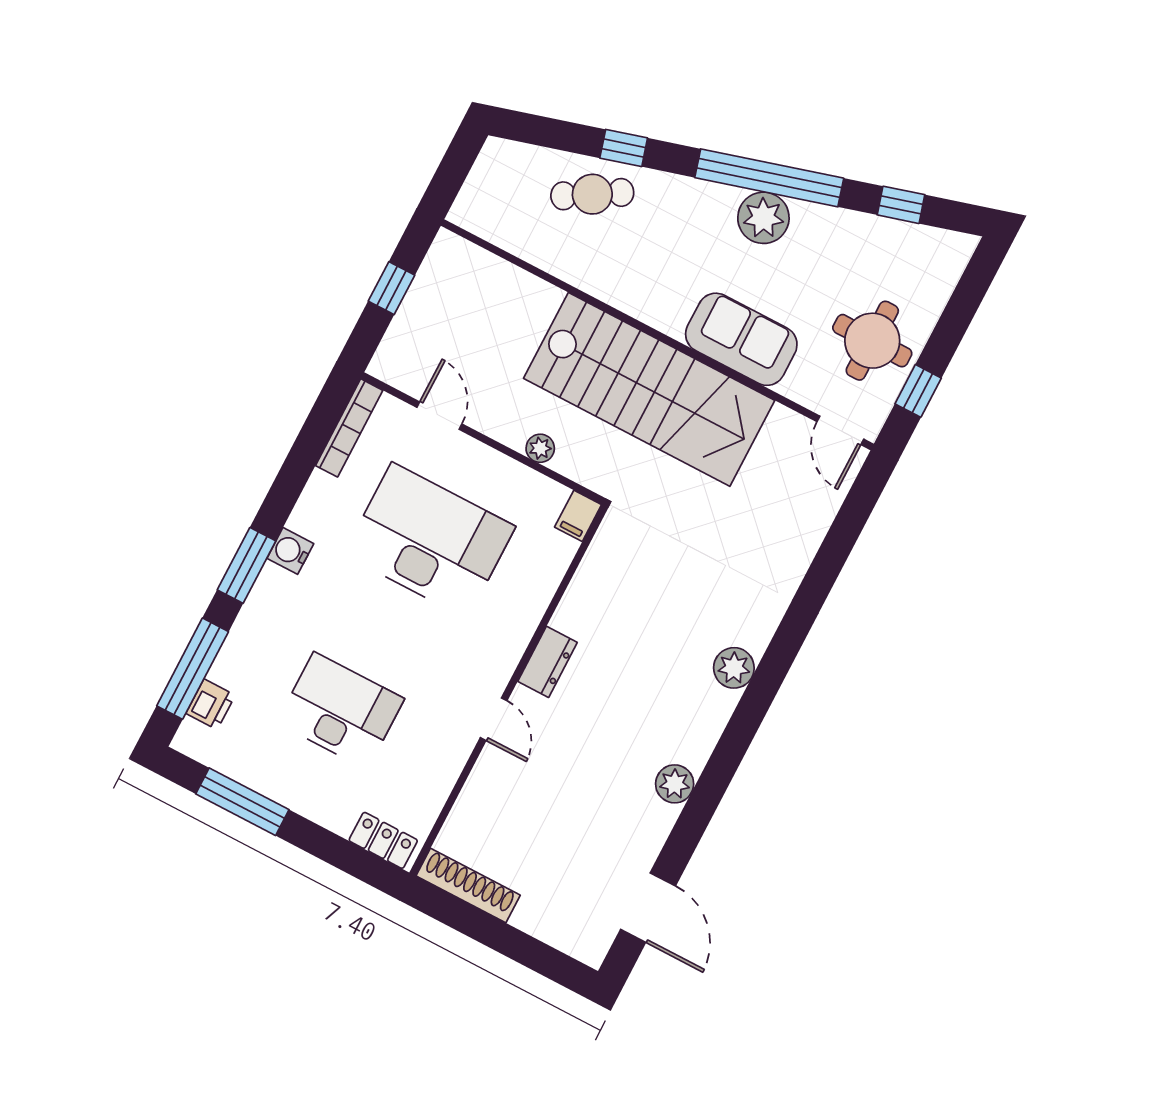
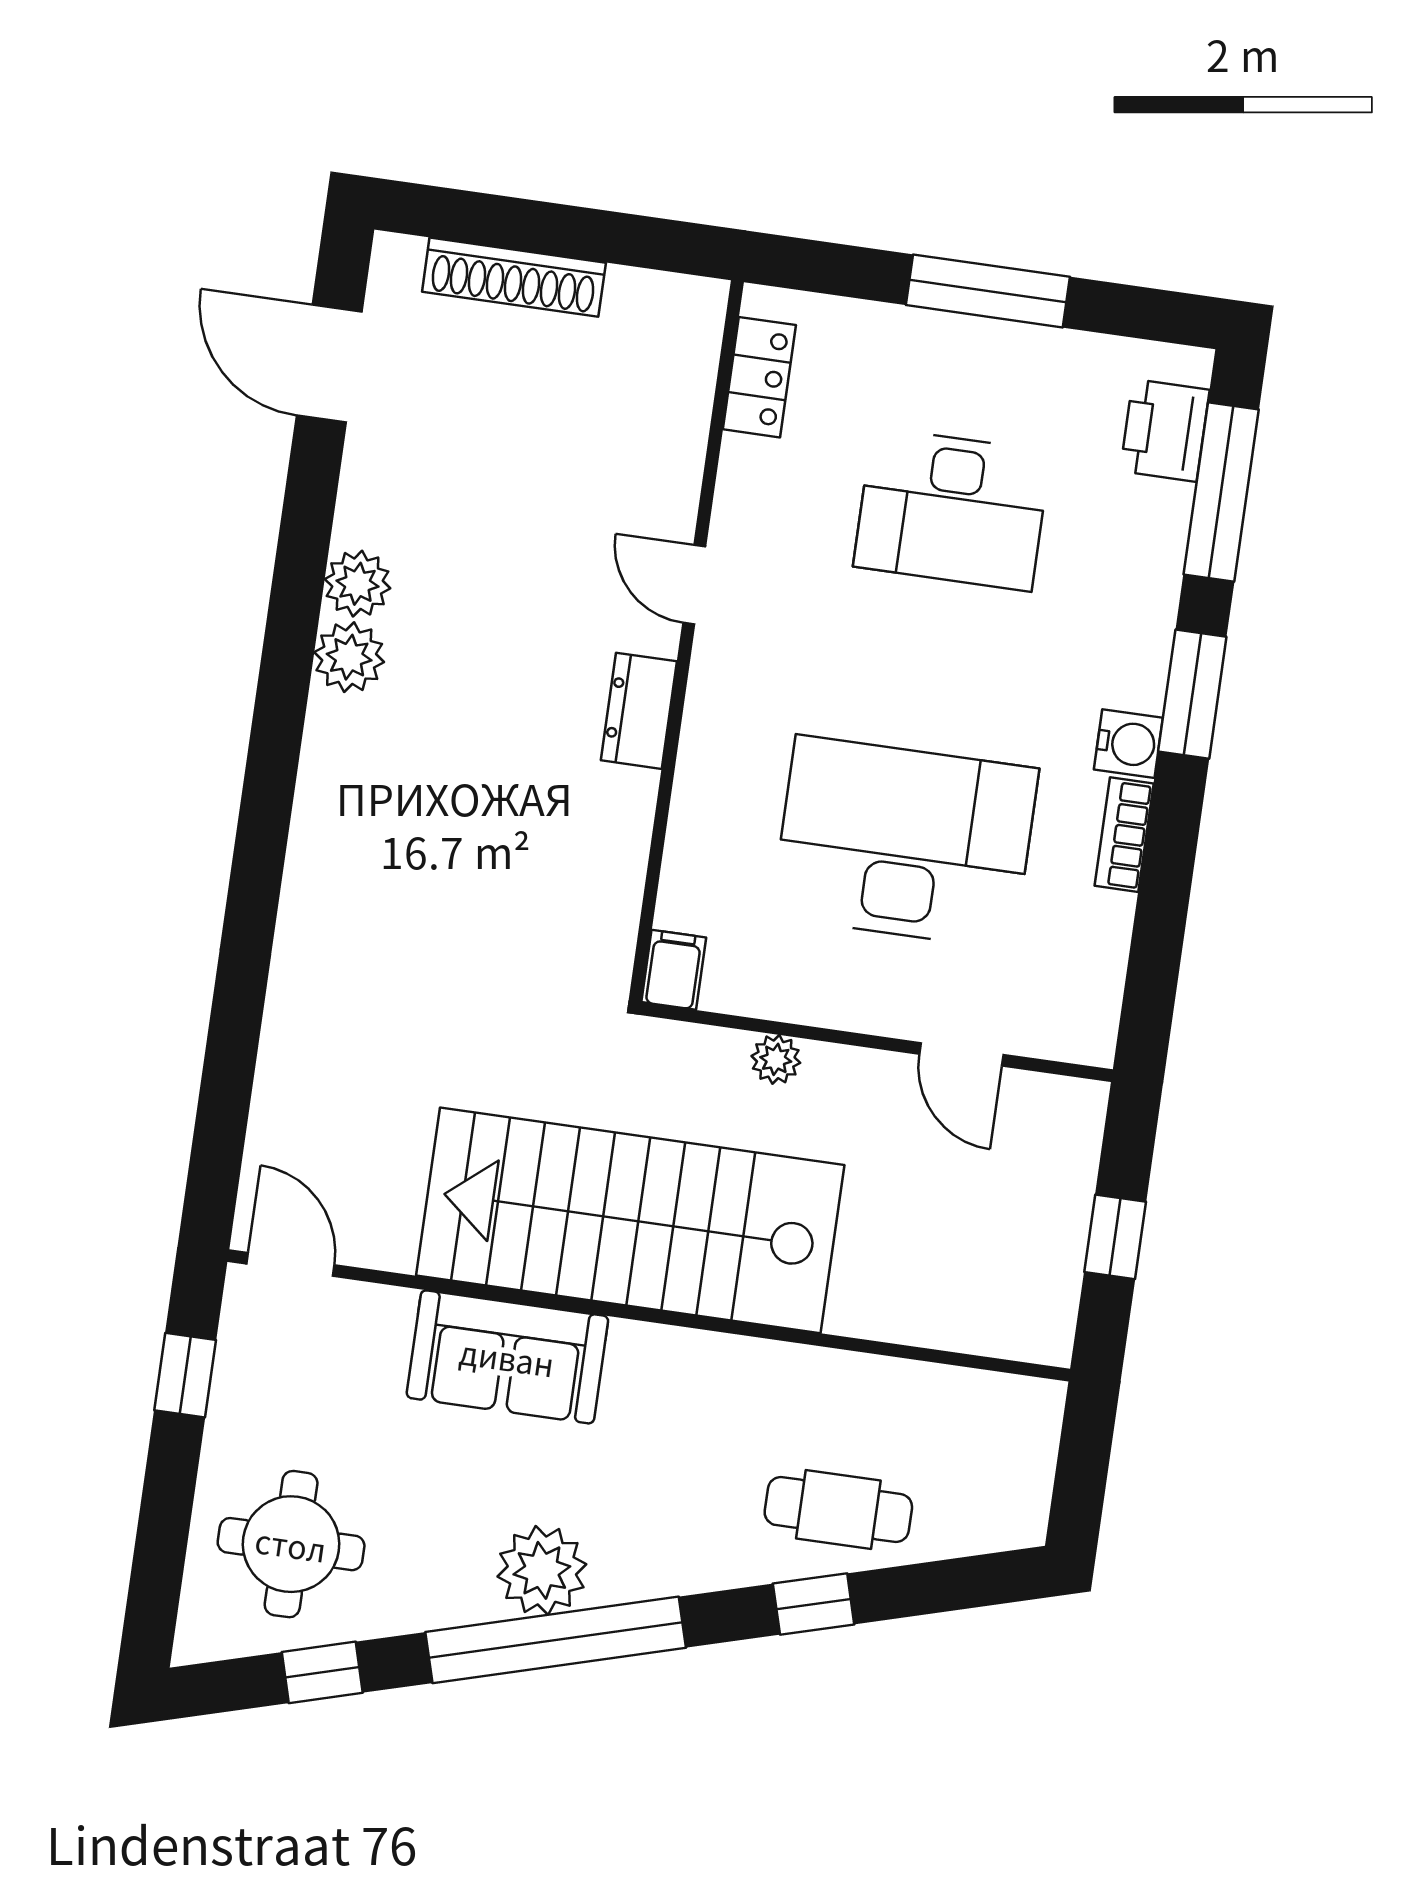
cafe table: (592, 194) -> (838, 1510), turned 31
round table: (872, 341) -> (291, 1544), moved
bookcase: (349, 428) -> (1124, 835), moved, width x0.64
desk: (430, 540) -> (905, 842), turned 180
plant: (734, 668) -> (349, 657), moved
printer: (211, 704) -> (1165, 430), width x1.36, depth x1.24
window: (242, 802) -> (988, 291), moved
locker: (383, 840) -> (759, 377), moved, turned -90
shoe rack: (468, 886) -> (514, 277), moved

